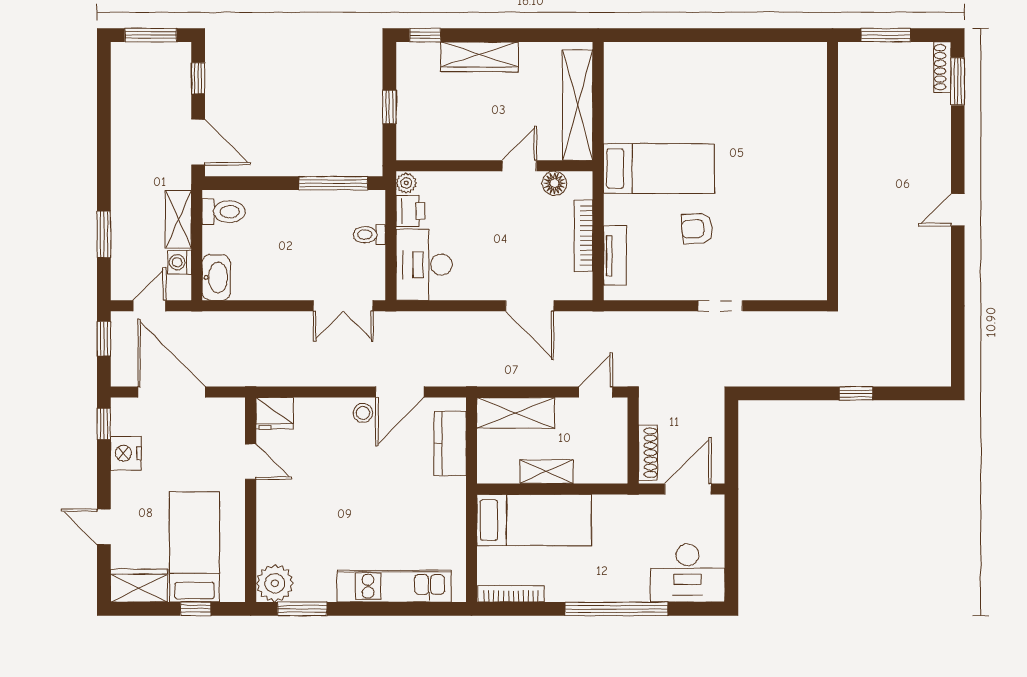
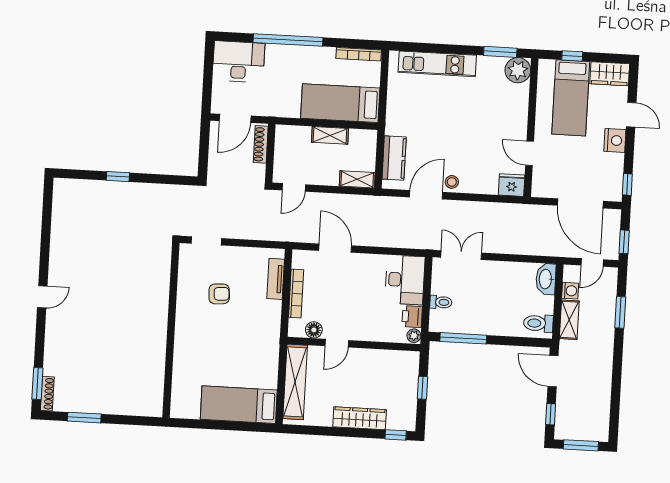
bed: (659, 168) -> (239, 405), moved
wall: (832, 171) -> (171, 330), moved
shelving: (516, 413) -> (357, 179), width x0.67, depth x0.75
nightstand: (126, 453) -> (615, 140), moved

